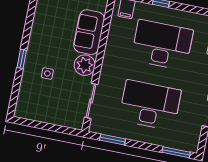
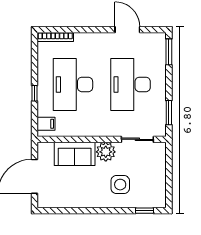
window: (22, 59) -> (145, 211), moved
side table: (47, 73) -> (120, 185), width x1.87, depth x1.87

